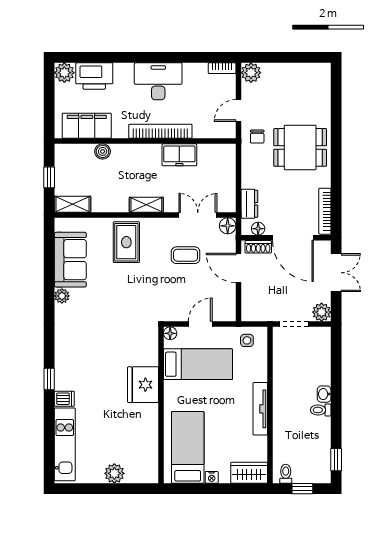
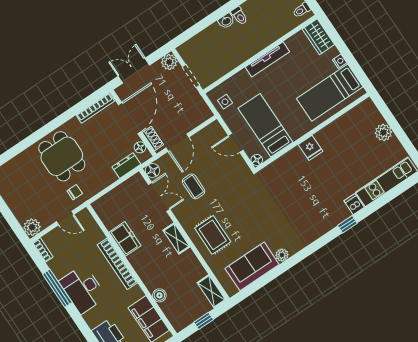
window: (176, 57) -> (57, 288), added
double door: (198, 215) -> (159, 197), swing flipped
rug: (126, 242) -> (213, 235), turned 90
fridge: (143, 385) -> (311, 148), width x0.53, depth x0.75

